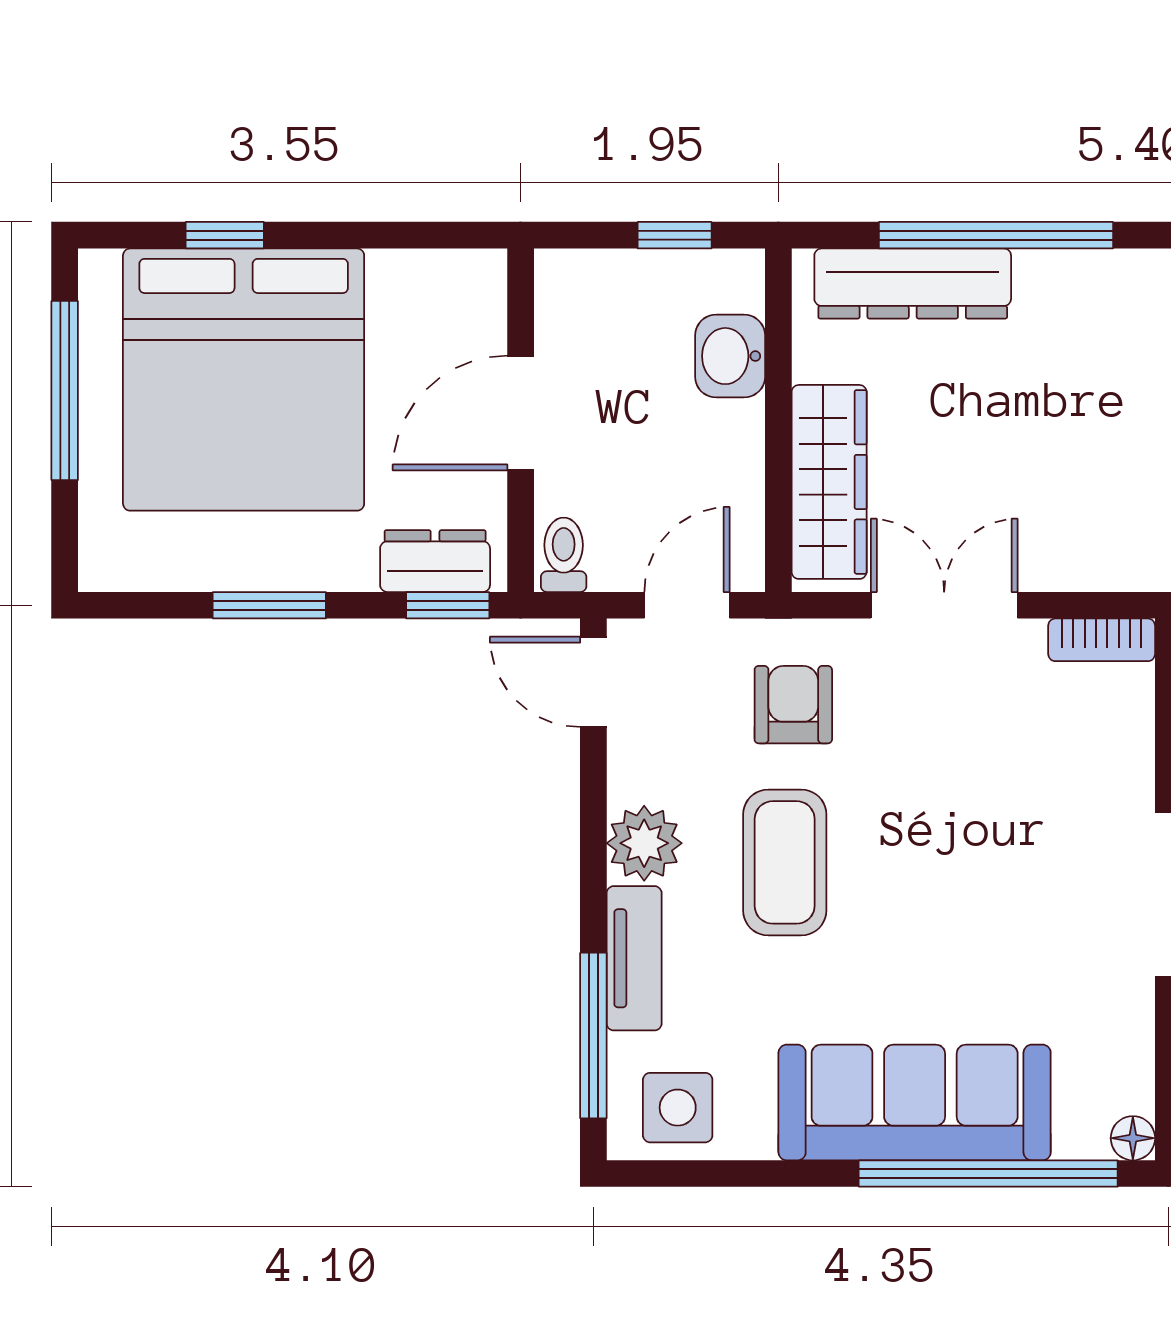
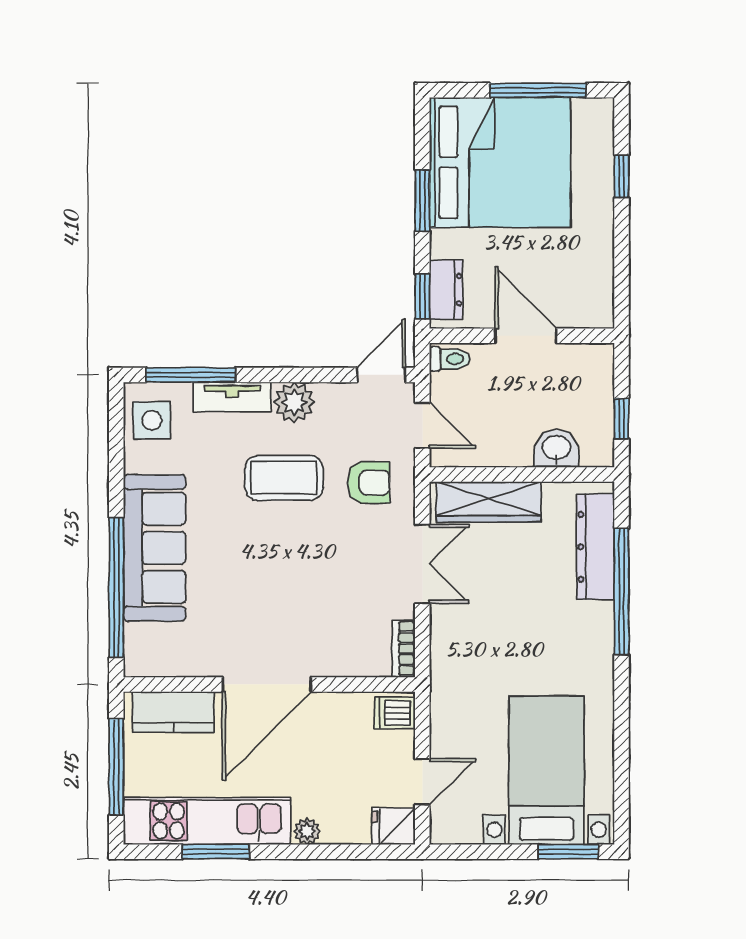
bed: (244, 380) -> (500, 162), moved, turned 180
floor lamp: (1133, 1138) -> (135, 665), removed

